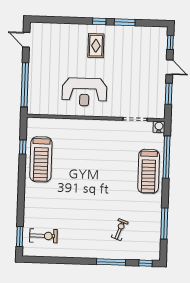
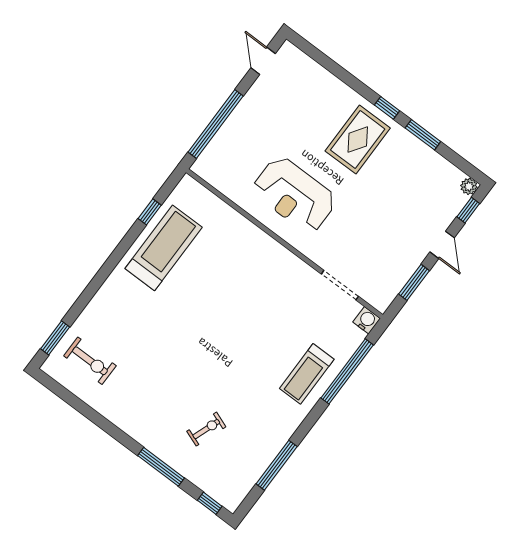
plant: (163, 31) -> (469, 186), added
rug: (96, 46) -> (358, 140), width x1.36, depth x1.43
treadmill: (41, 159) -> (164, 248), turned 180
treadmill: (149, 171) -> (307, 374), width x0.73, depth x0.73

